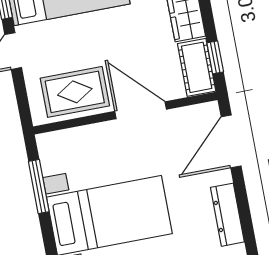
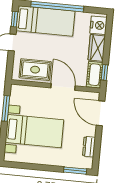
door: (231, 141) -> (101, 113), hinge flipped
dresser: (227, 215) -> (89, 147), width x0.70

